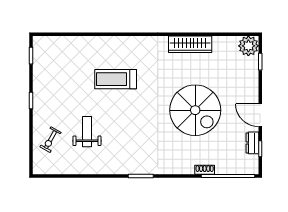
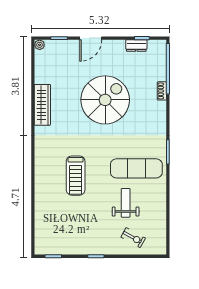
plant: (248, 46) -> (40, 45), width x0.53, depth x0.53
door: (260, 115) -> (91, 38), moved
weight bench: (87, 132) -> (126, 203), turned 90
exercise mat: (123, 143) -> (136, 168), added

